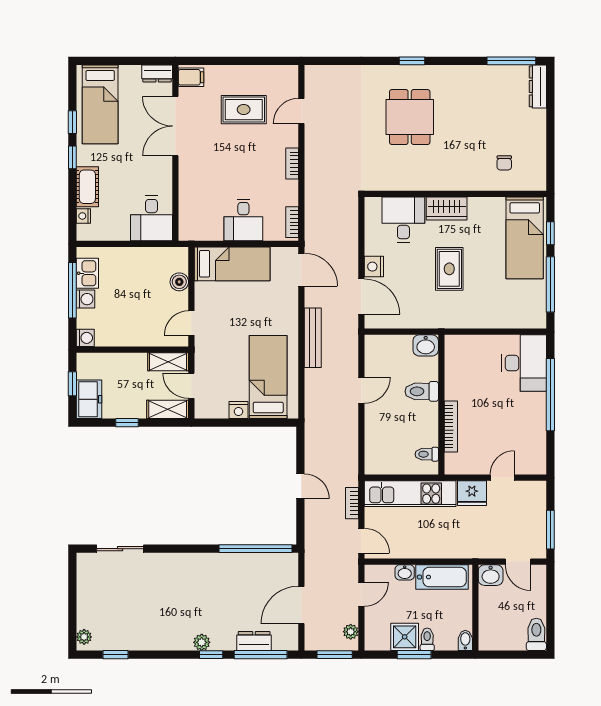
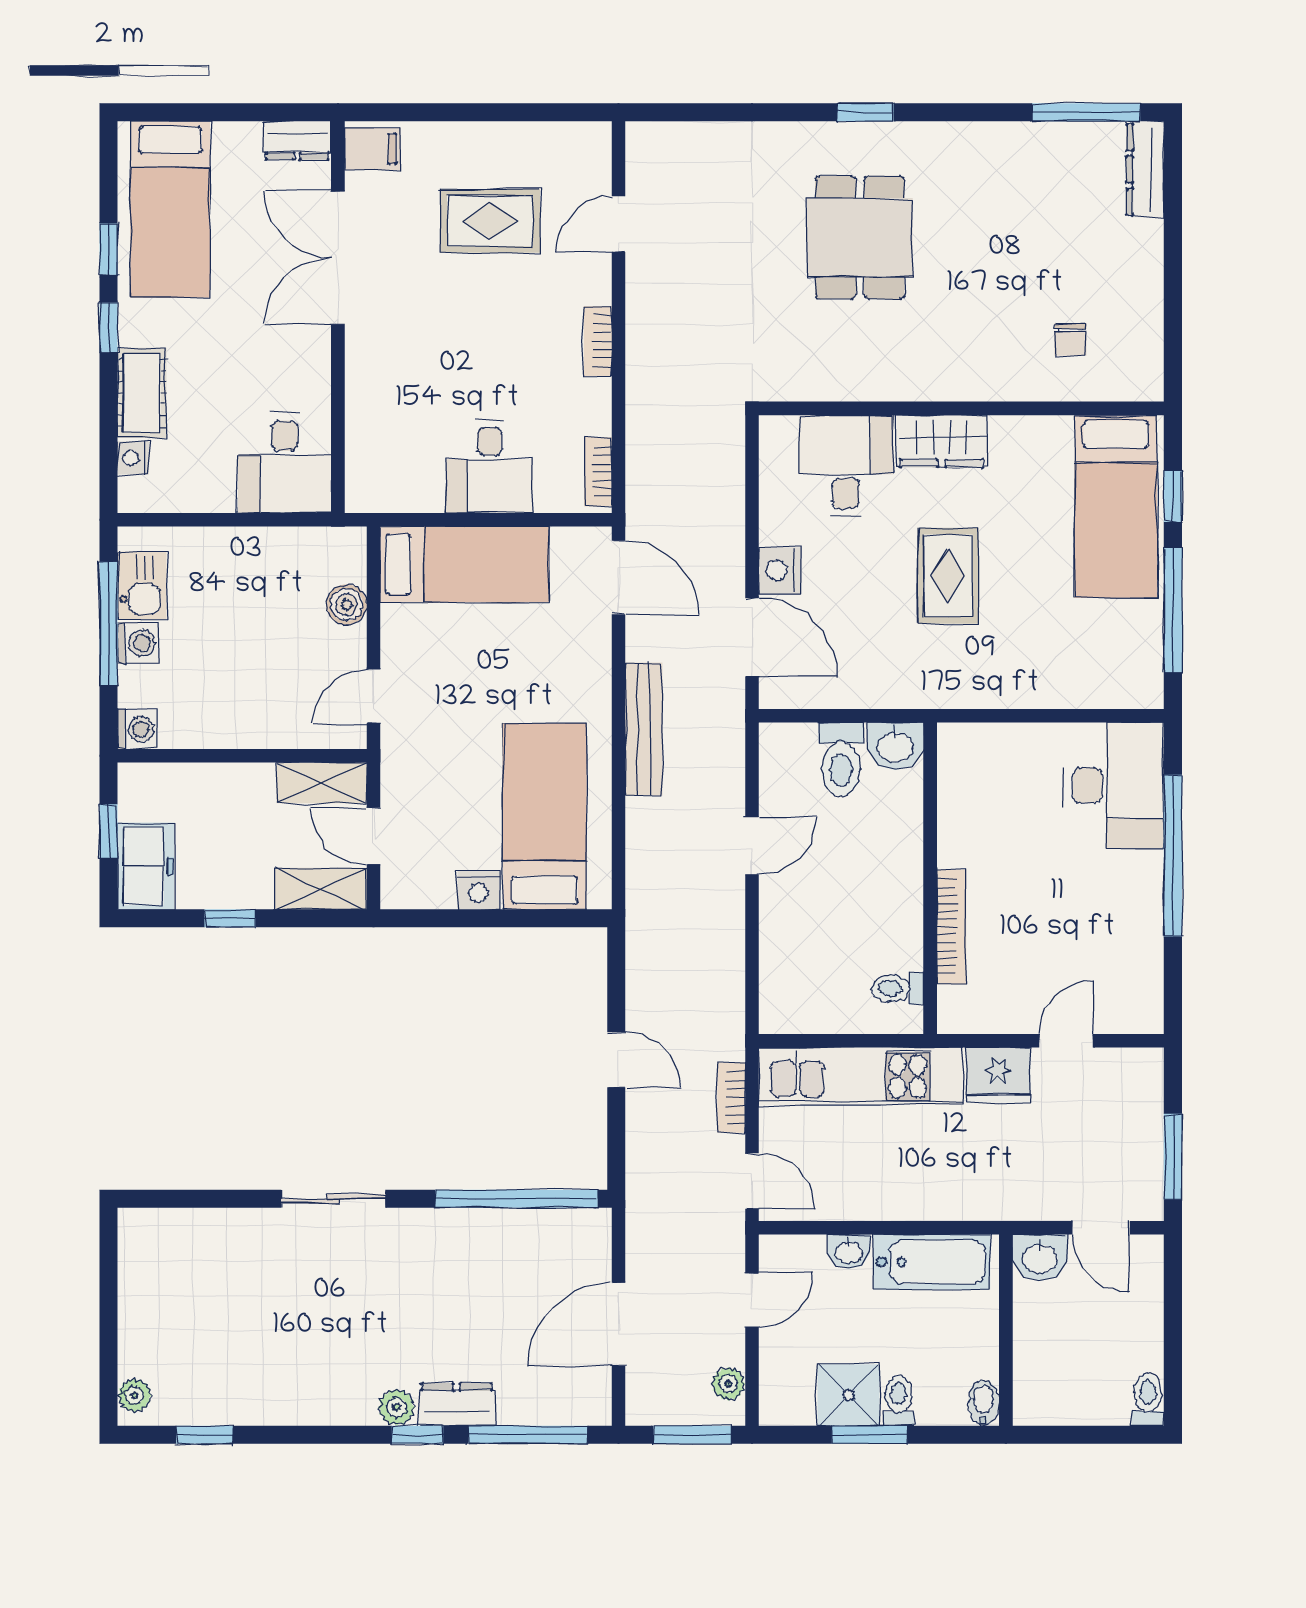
toilet: (422, 391) -> (841, 759), moved, turned -90
sliding door: (120, 549) -> (333, 1199), moved
toilet: (536, 634) -> (1148, 1400), width x0.73, depth x0.72
dresser: (254, 641) -> (457, 1404), moved

